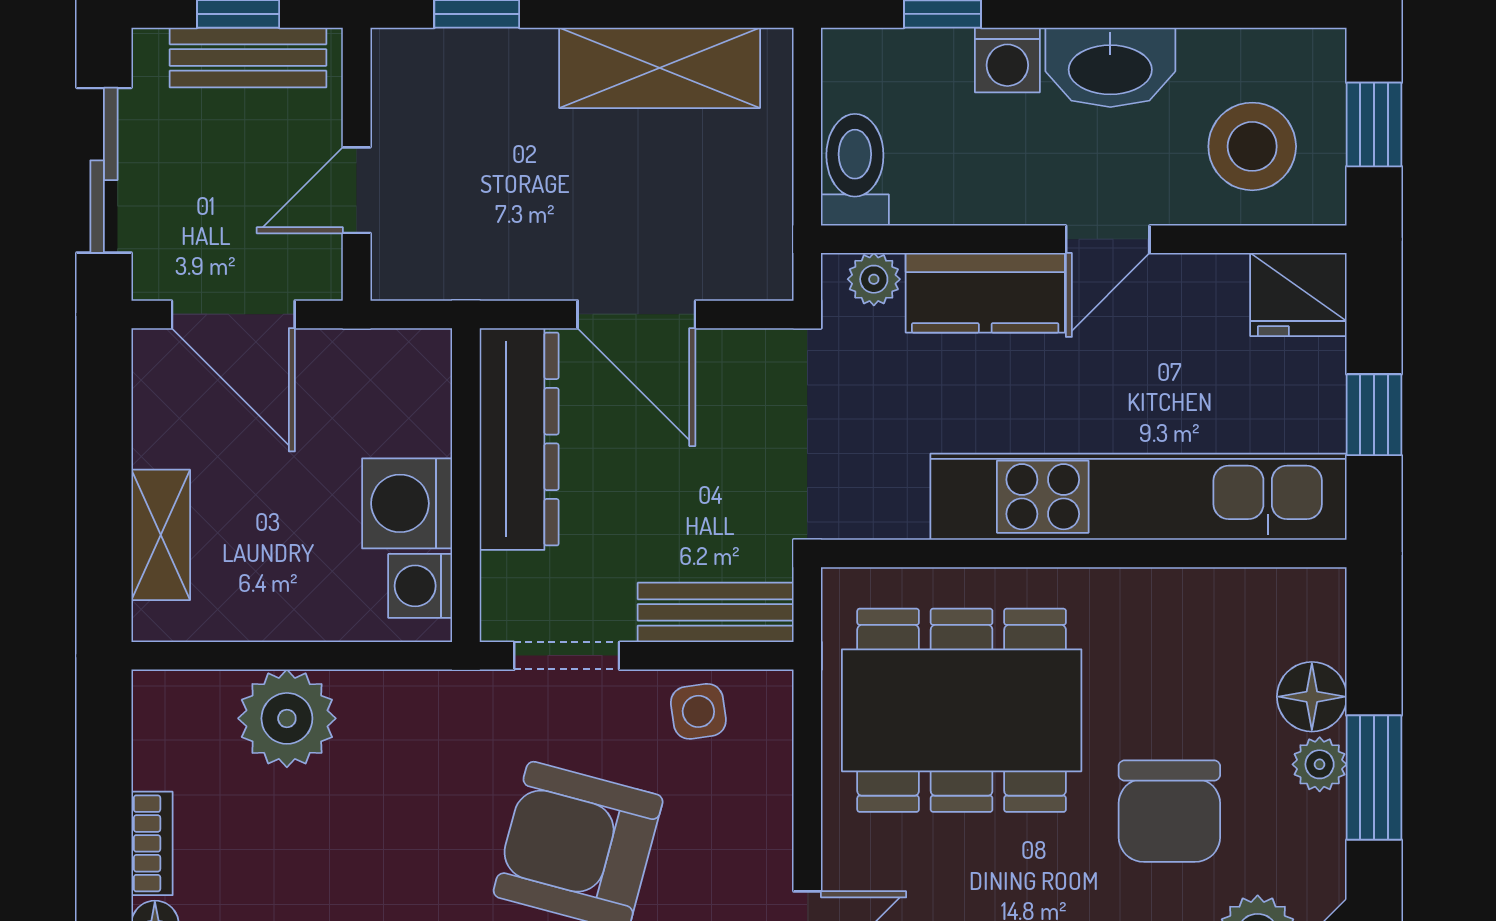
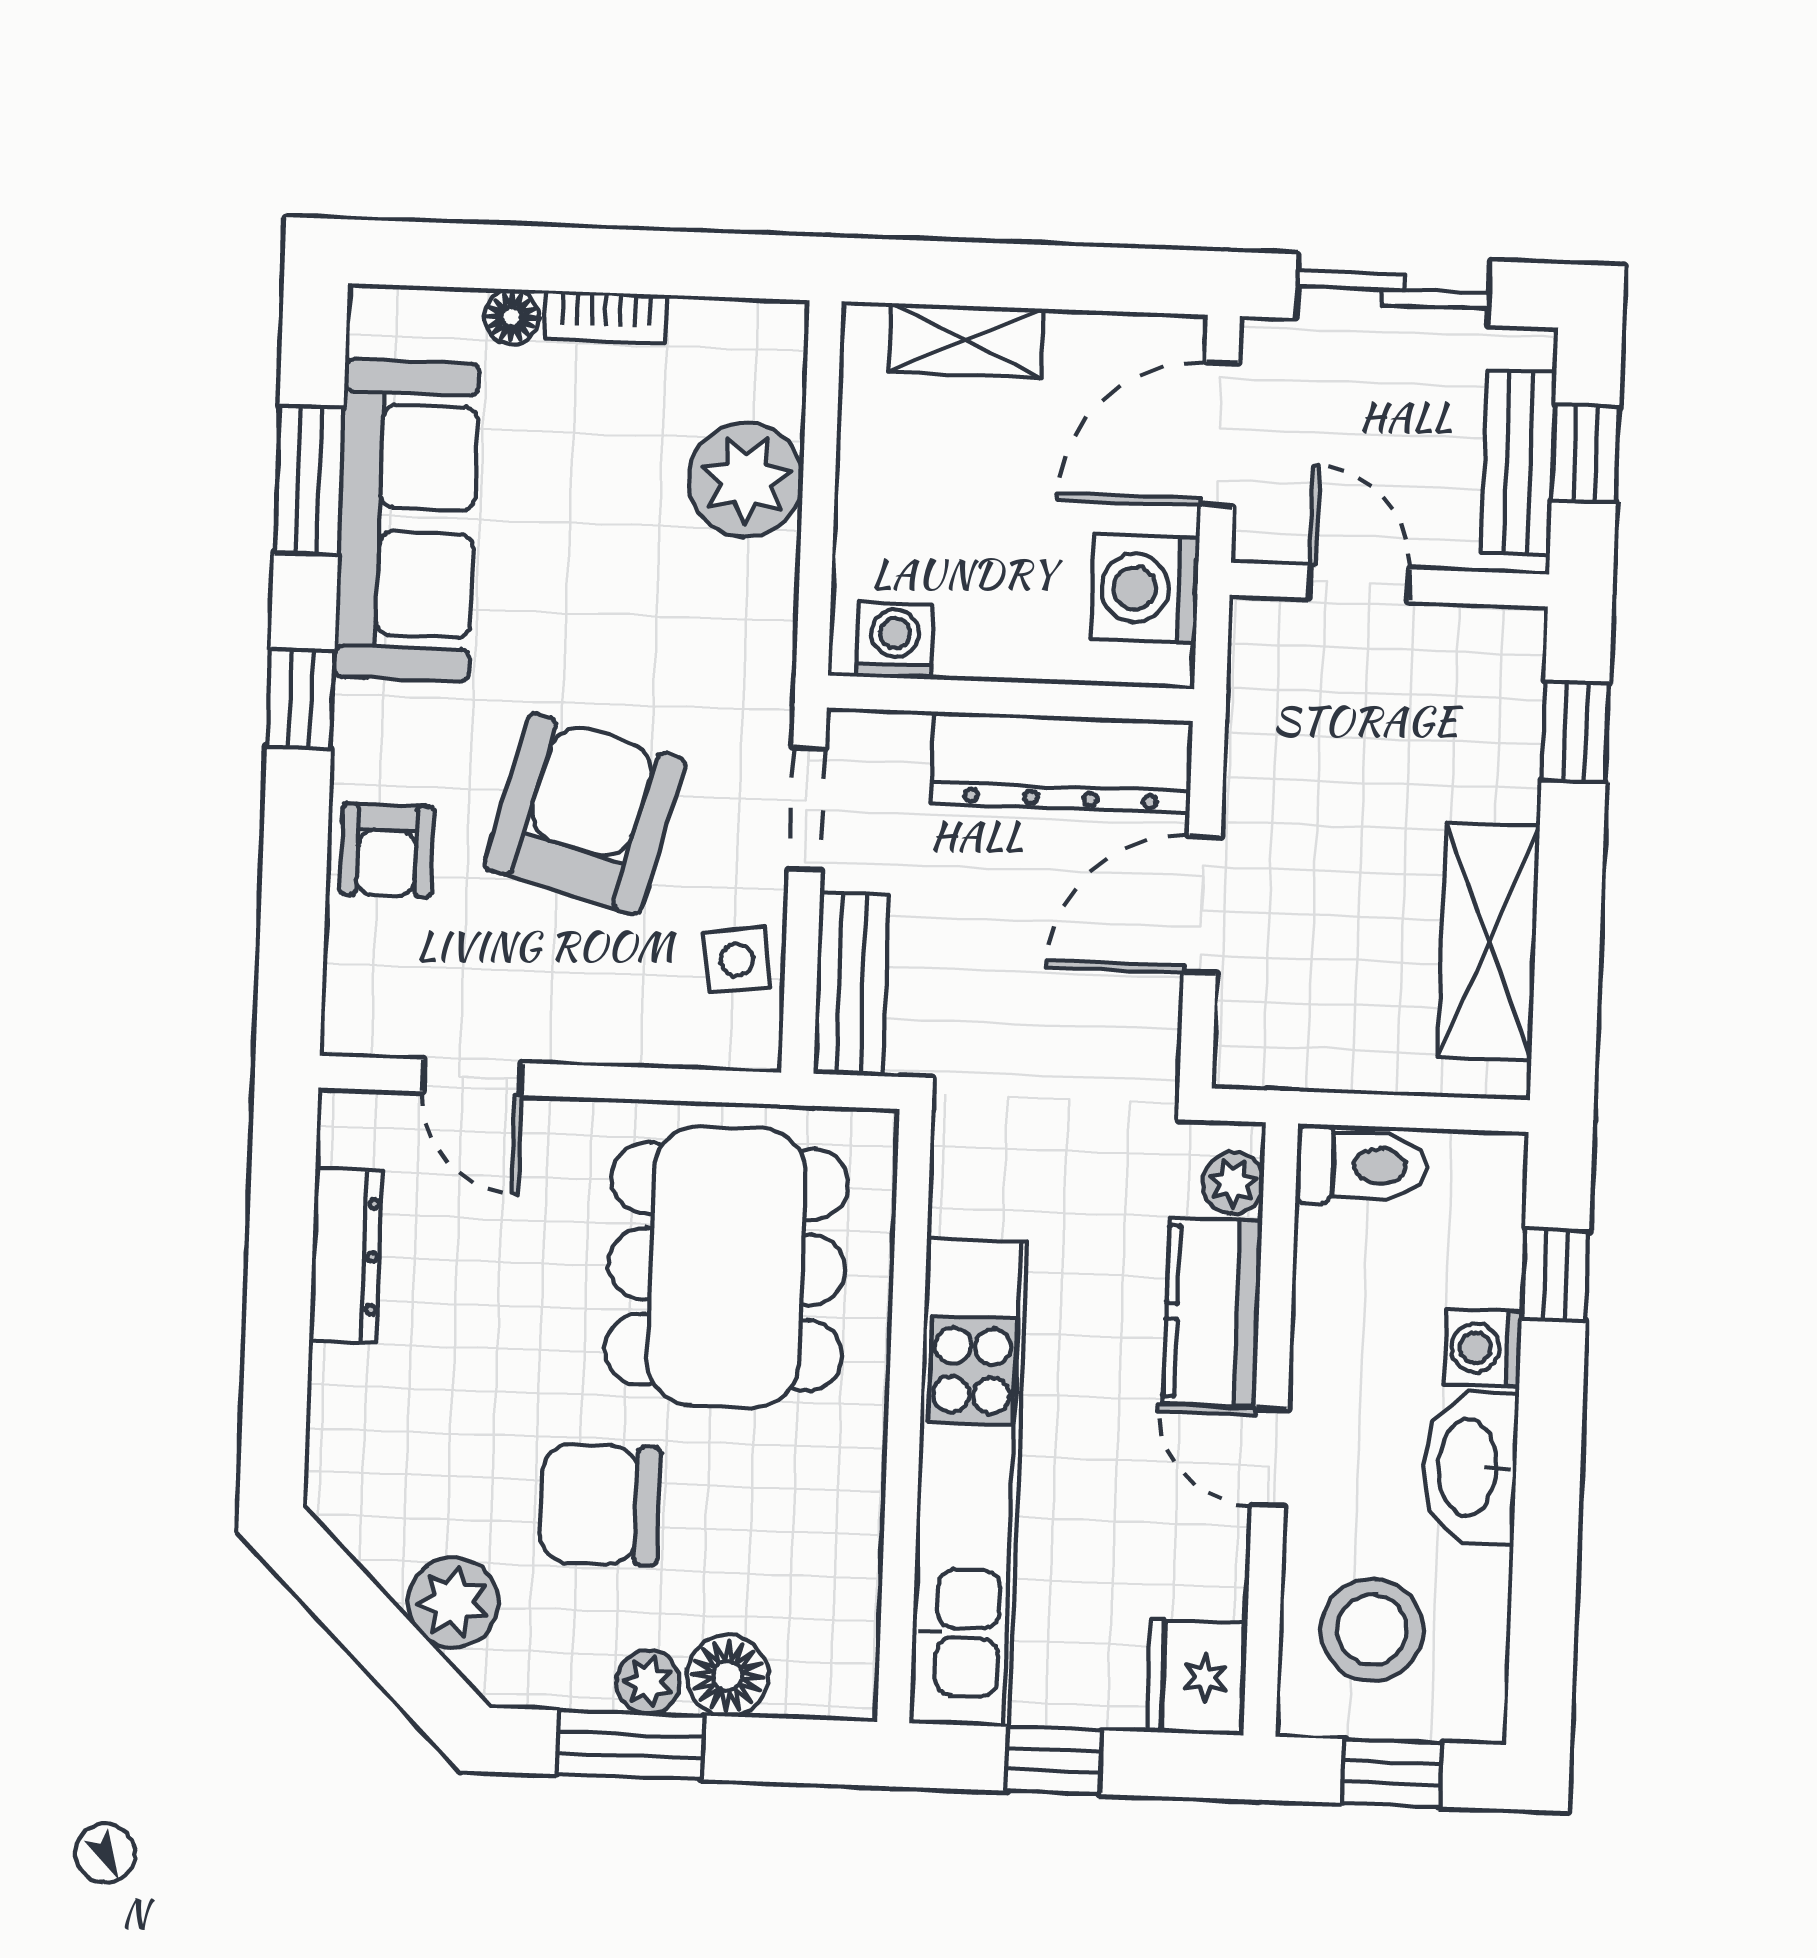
washing machine: (407, 503) -> (1145, 588), moved, turned -90

